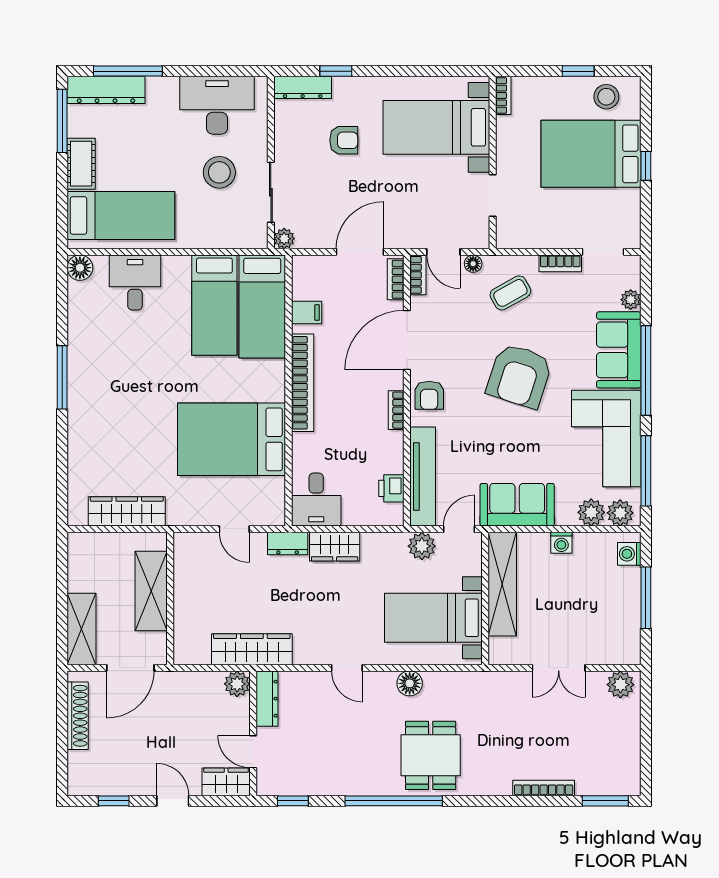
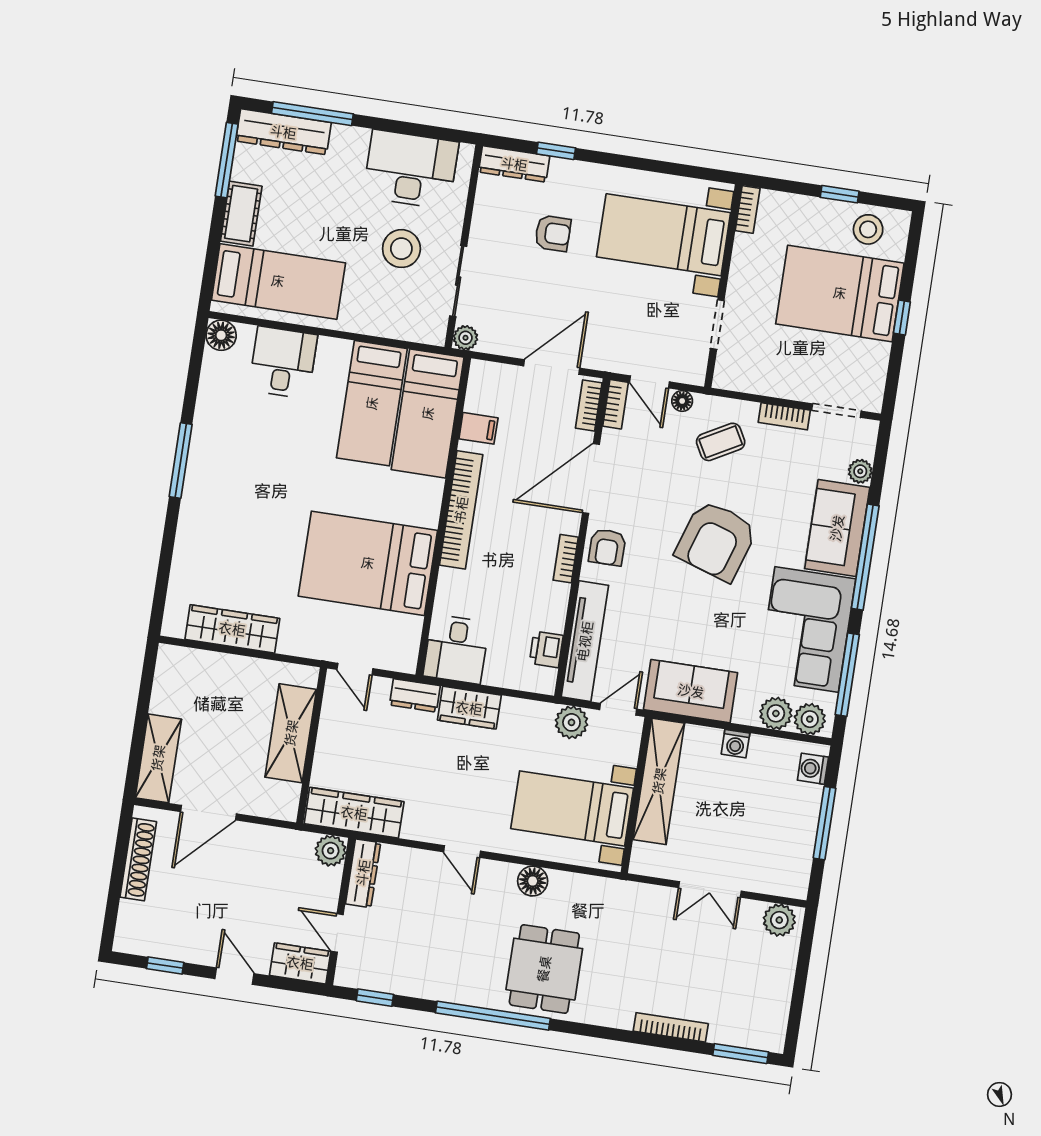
shelving: (151, 591) -> (291, 733), moved
wall: (170, 598) -> (312, 745), moved

